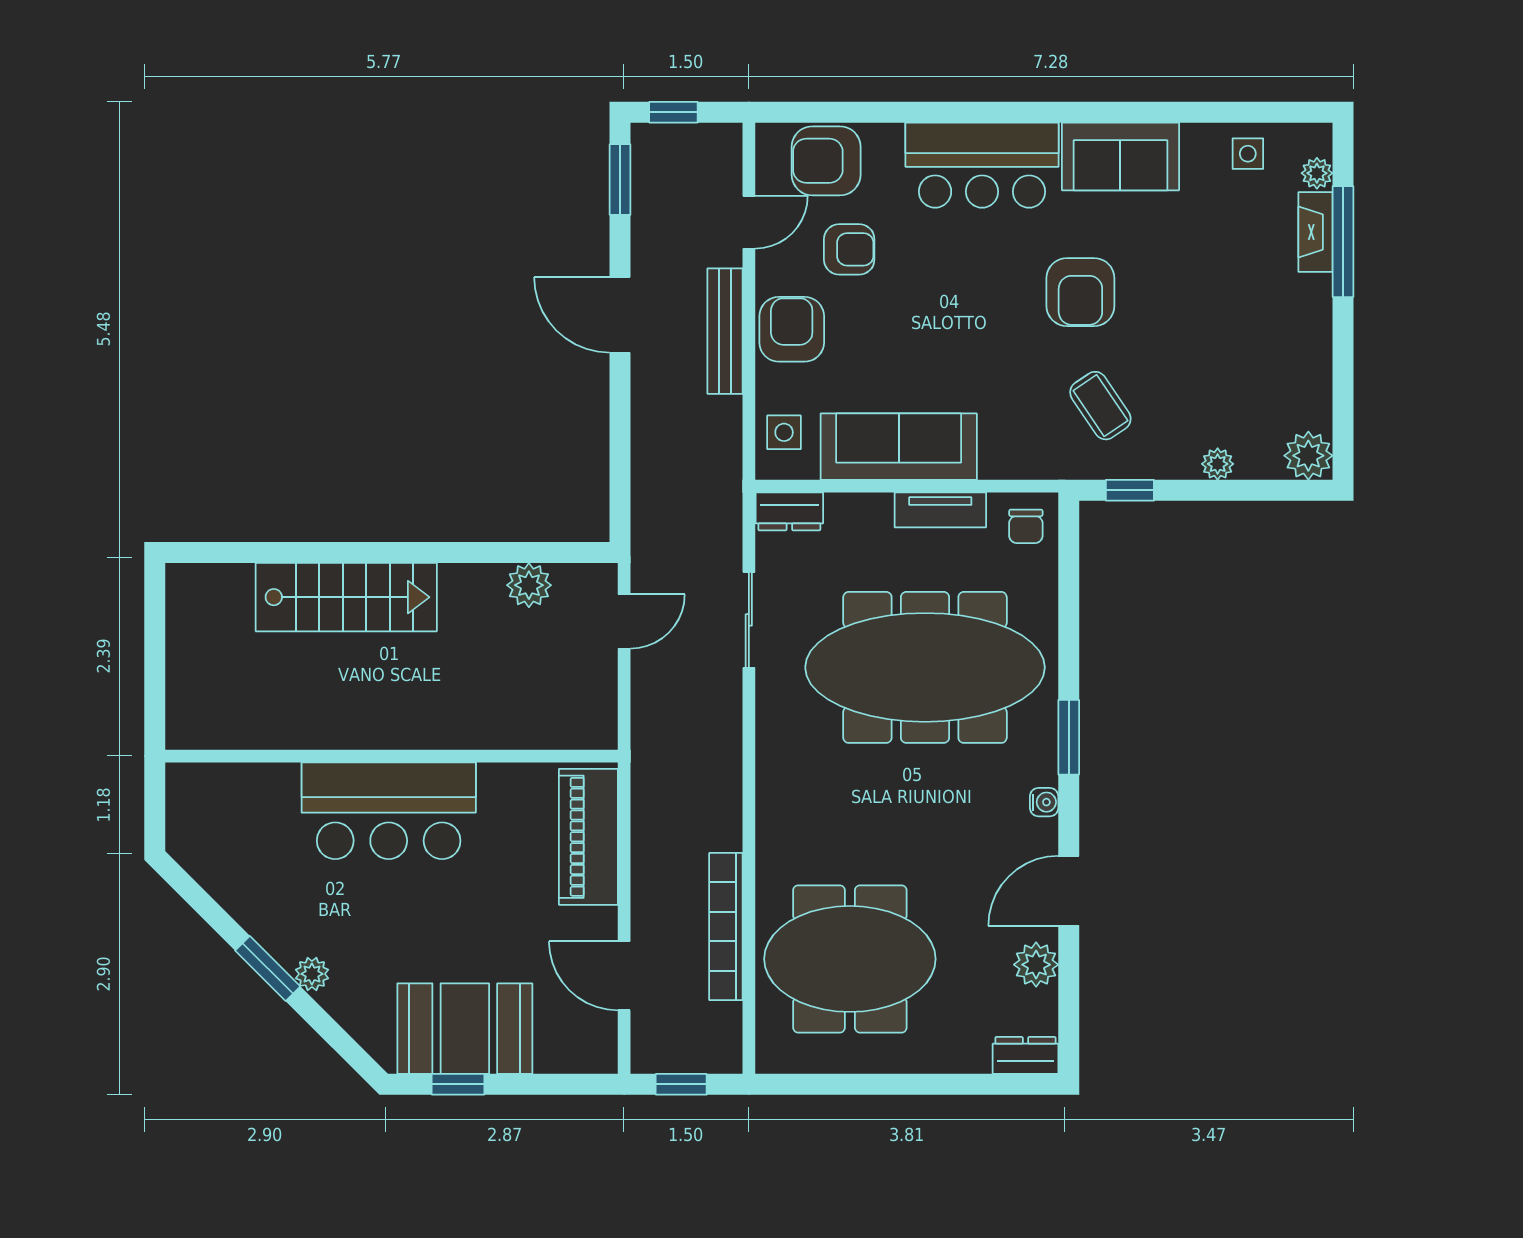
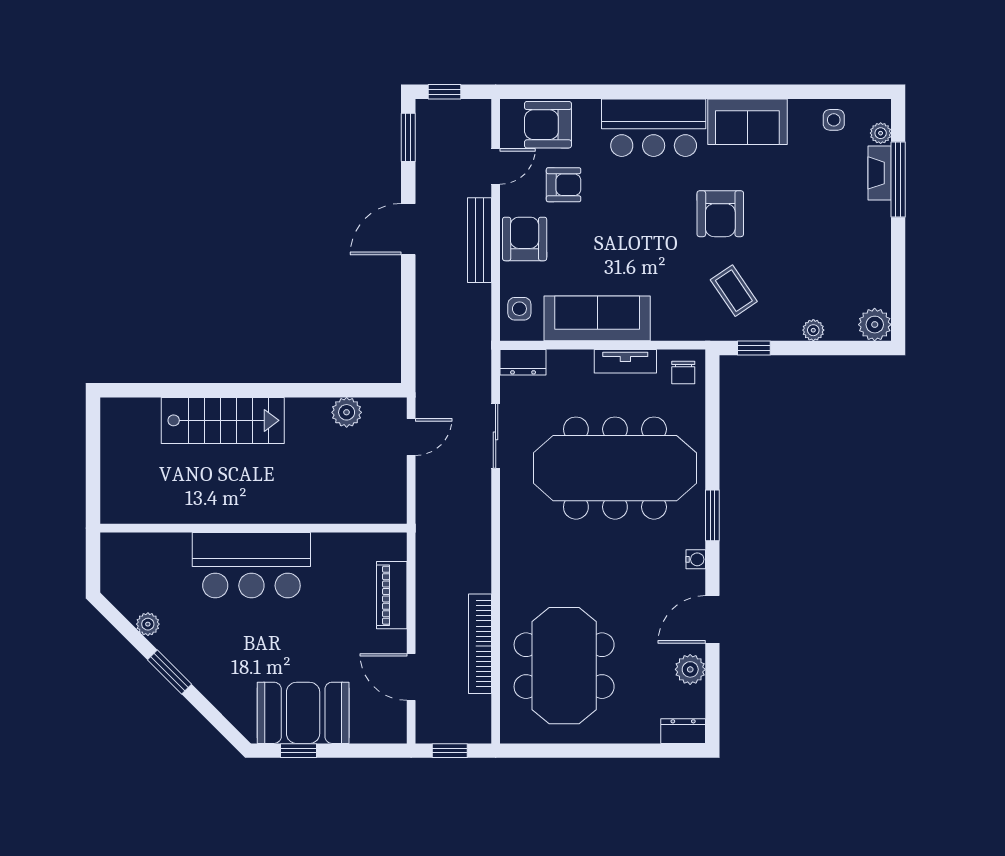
door: (620, 315) -> (408, 229), hinge flipped
piano: (588, 837) -> (392, 595), width x0.73, depth x0.75
meeting table: (850, 959) -> (564, 666), turned 90
plant: (312, 974) -> (148, 624), moved

